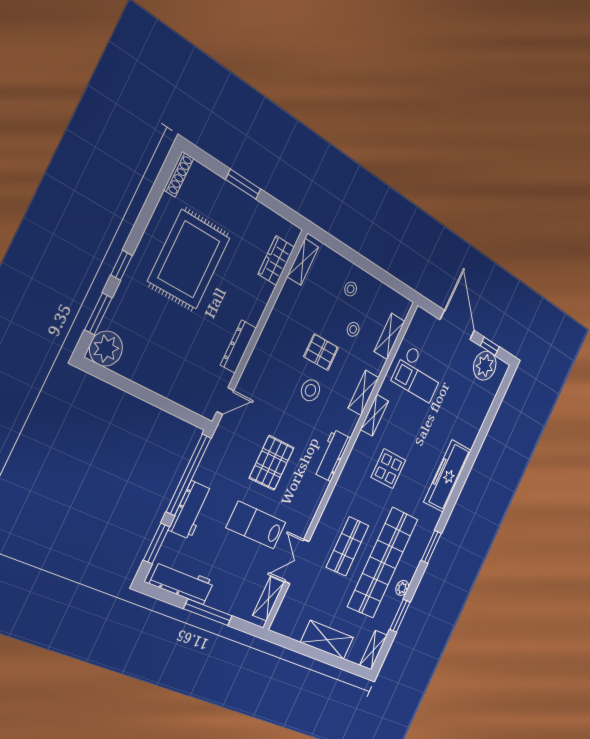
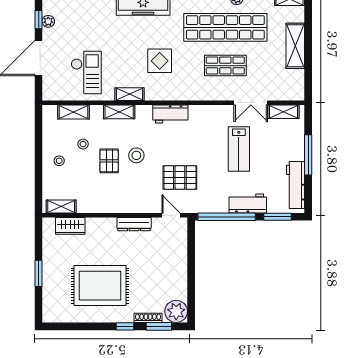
shoe rack: (179, 174) -> (148, 318), moved
plant: (485, 366) -> (48, 21), width x0.53, depth x0.53
pallet: (272, 463) -> (180, 177), moved

